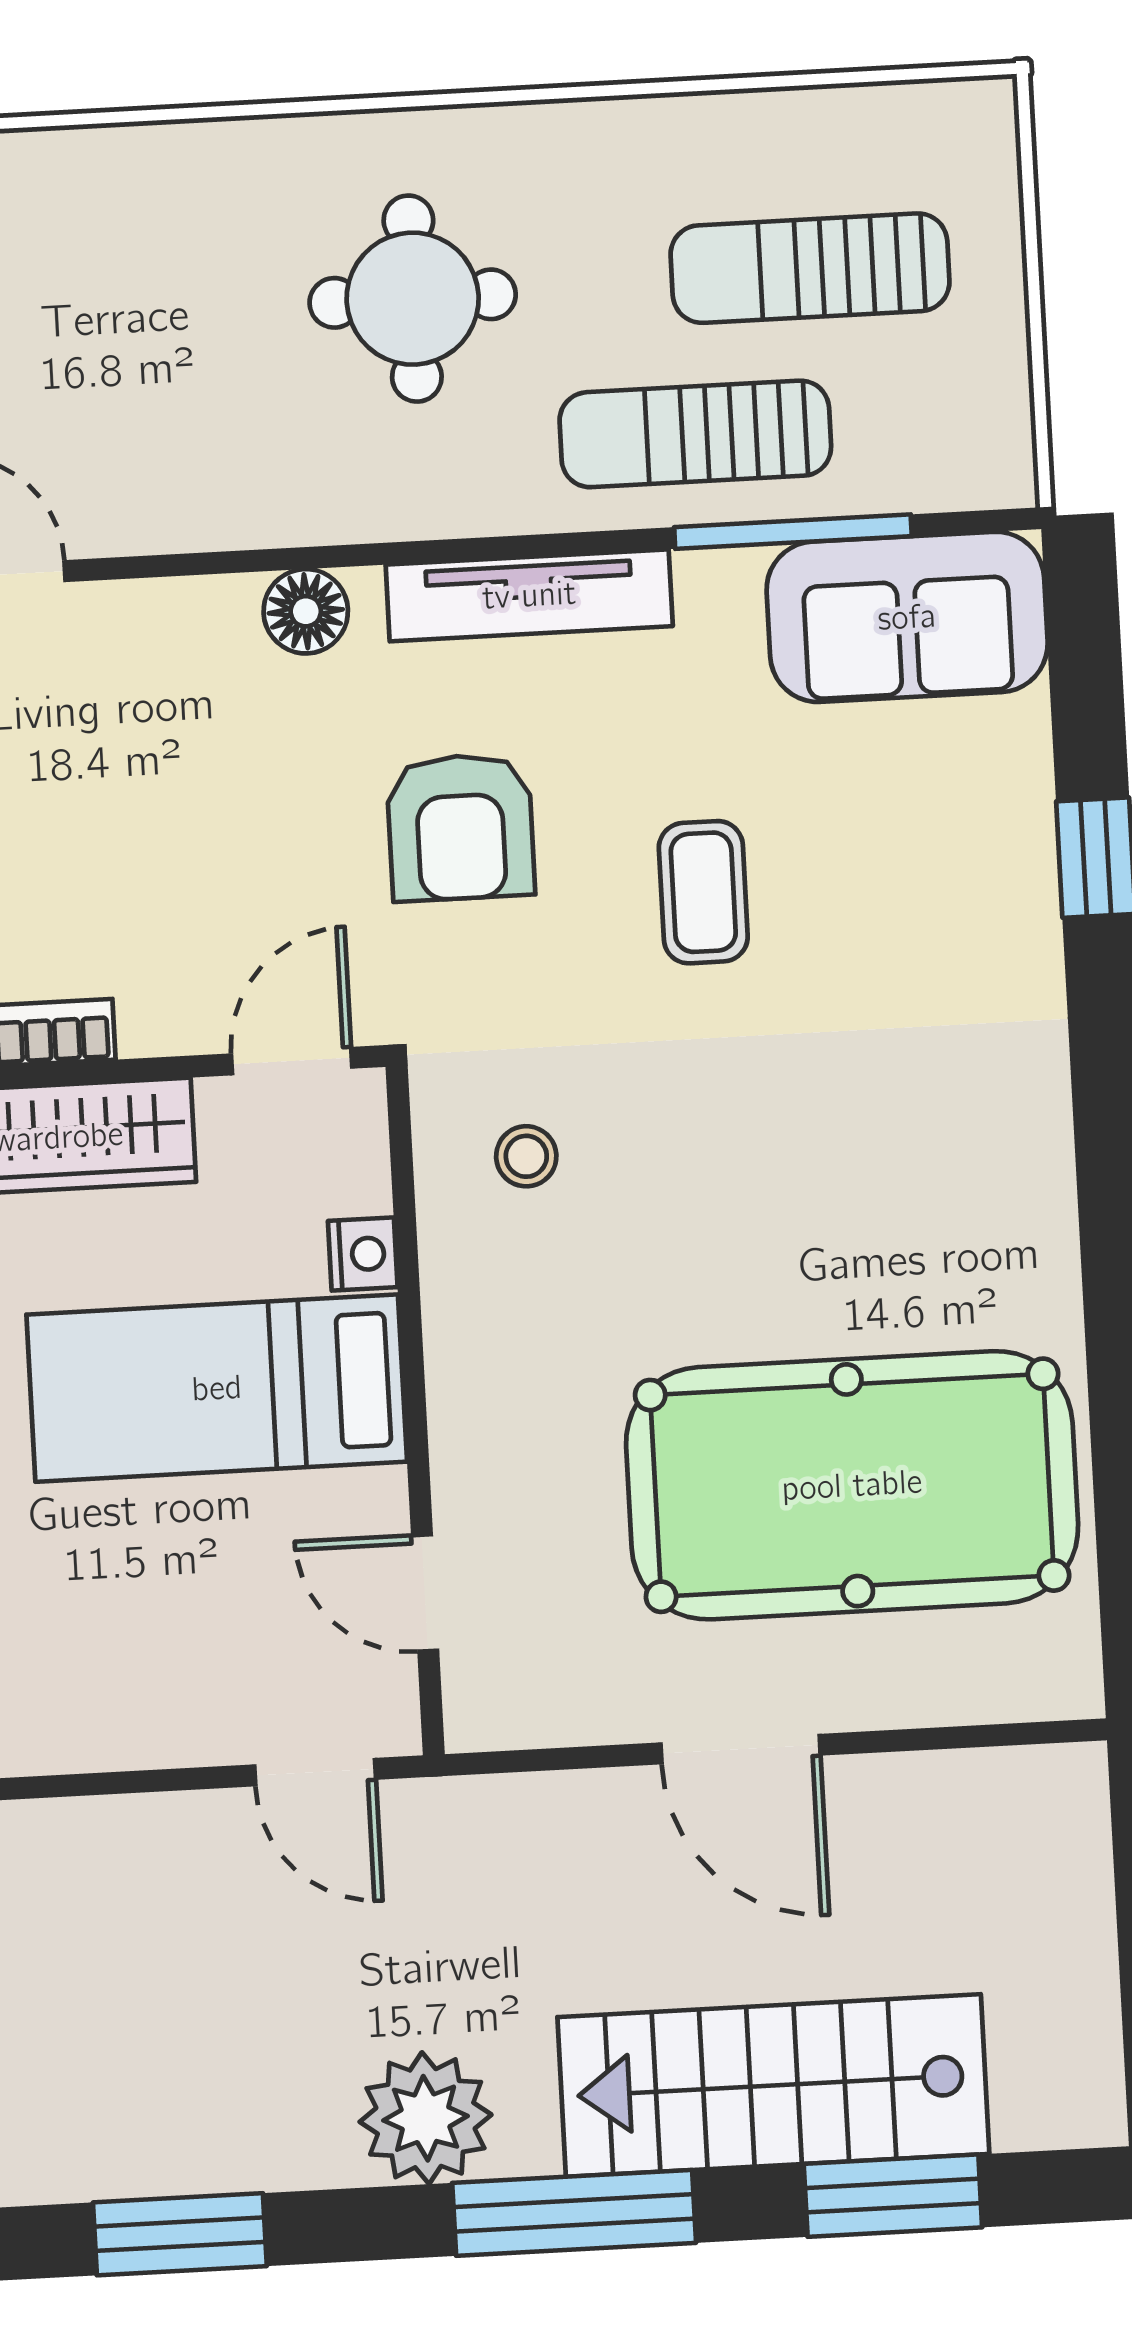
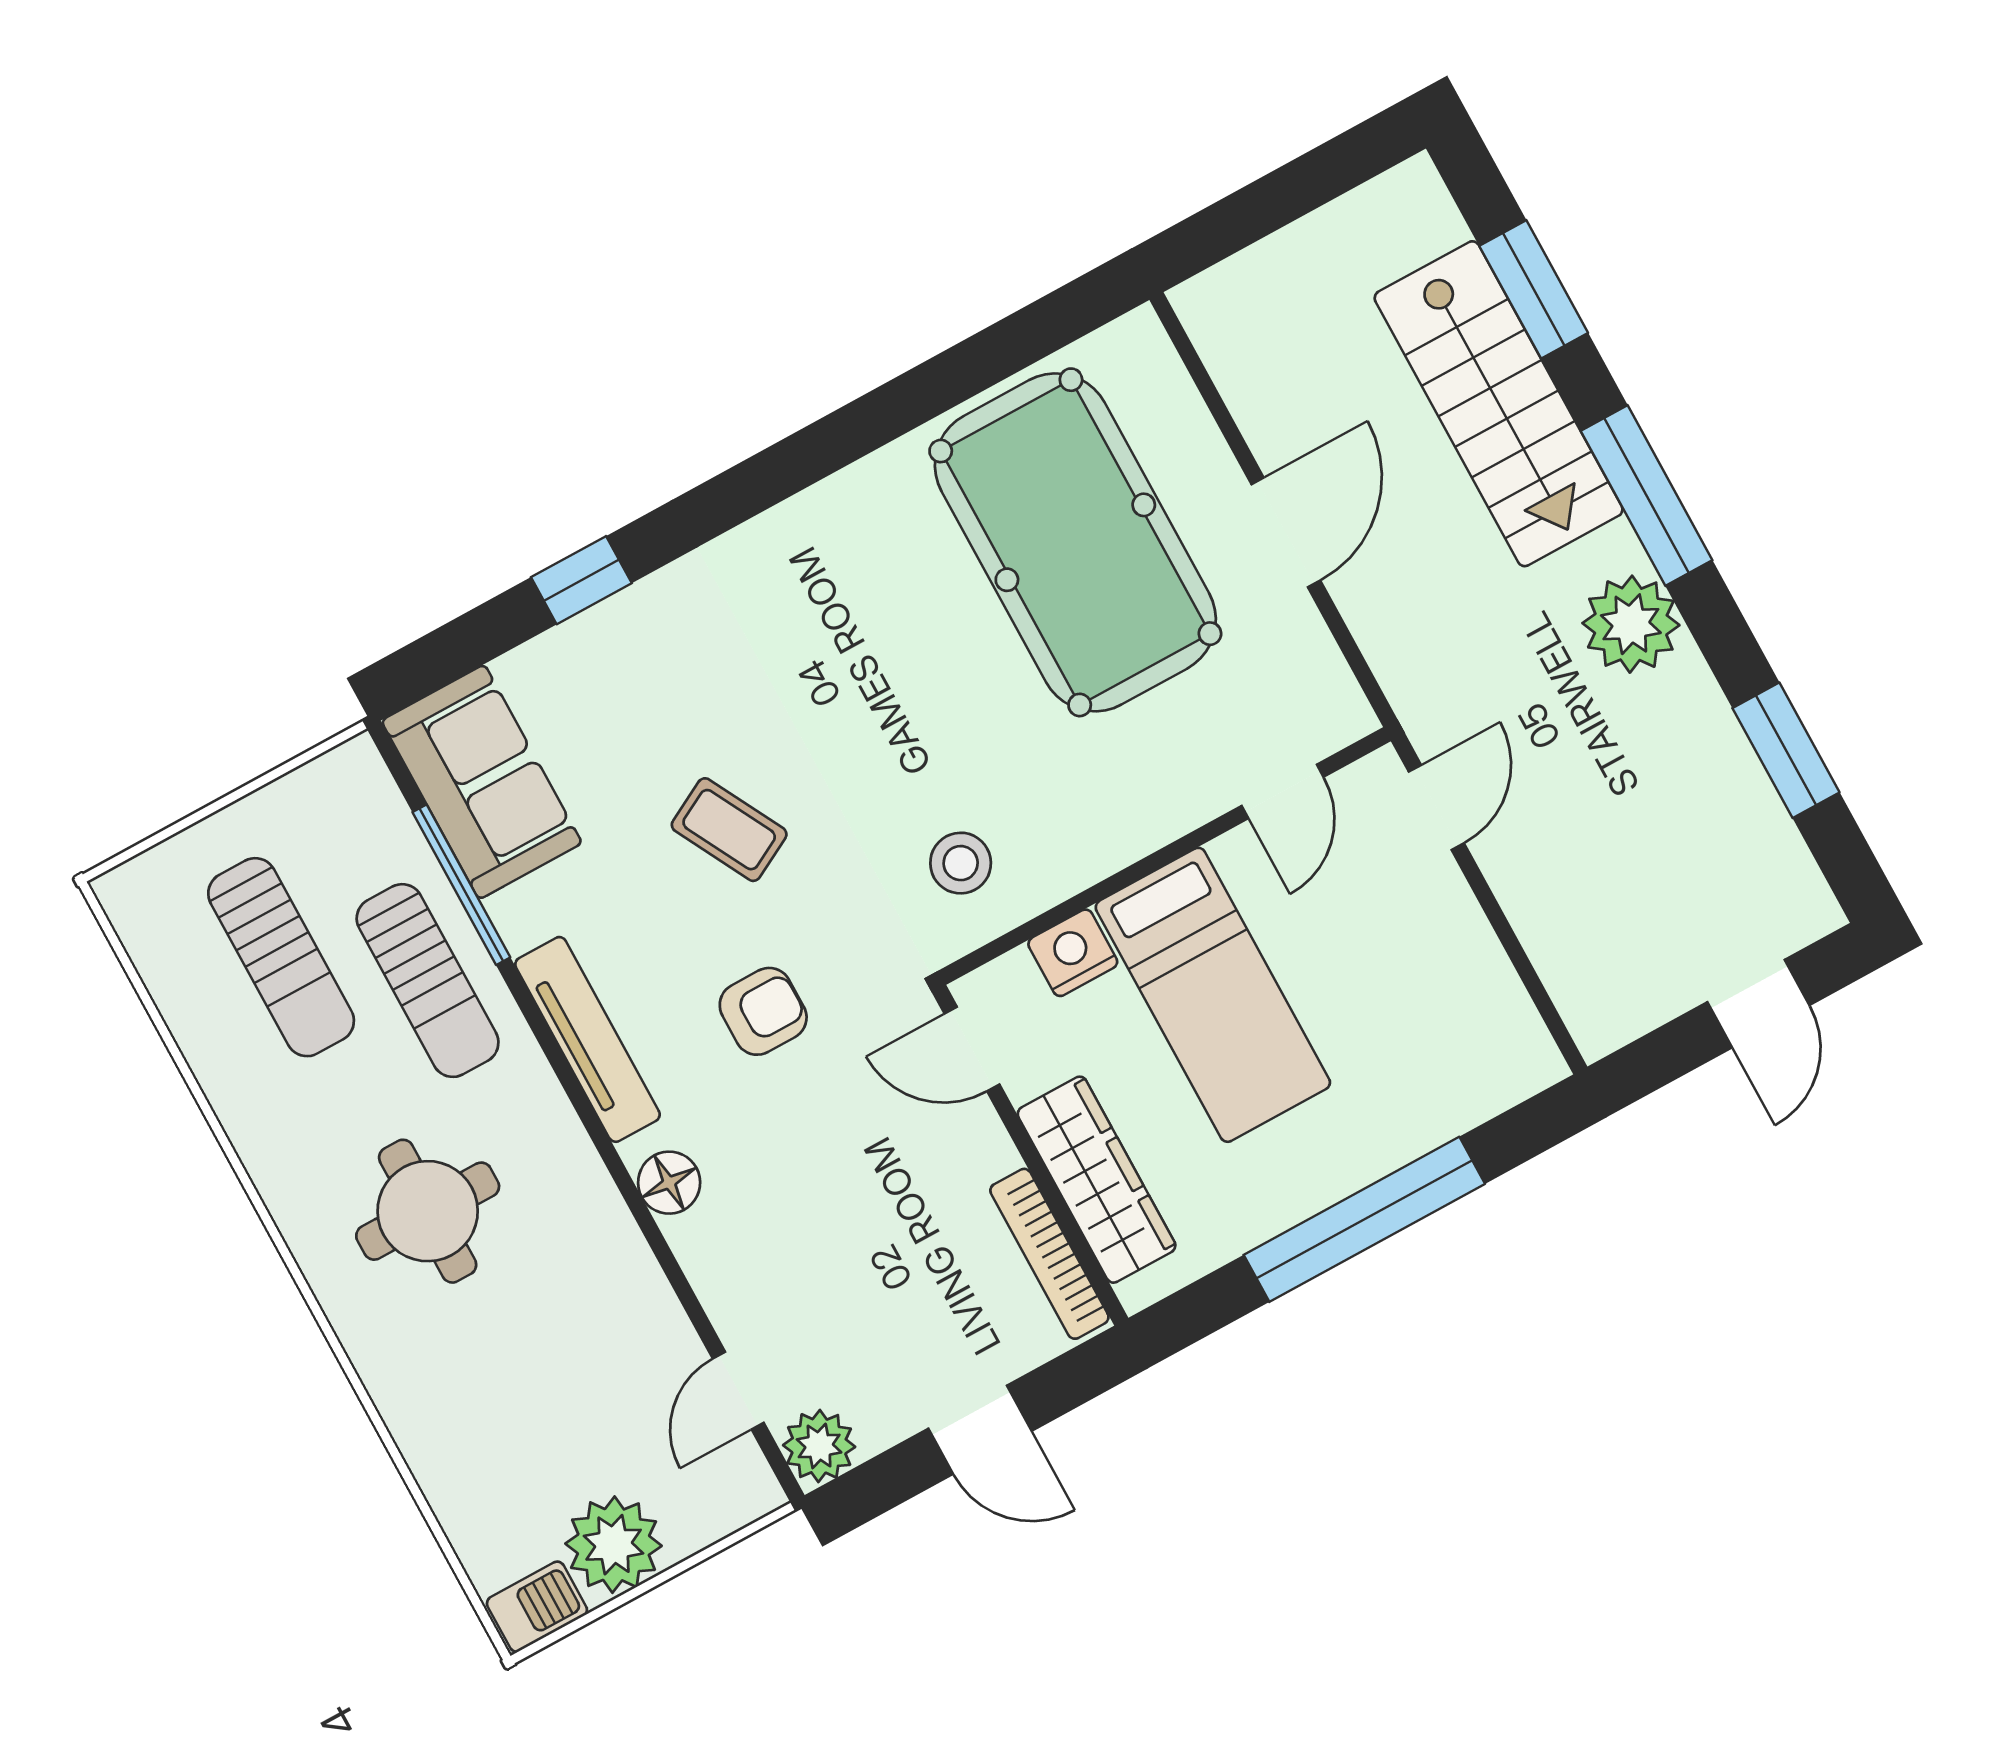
armchair: (461, 827) -> (763, 1011), width x0.72, depth x0.72
coffee table: (703, 892) -> (729, 830), turned 62
stool: (526, 1156) -> (961, 863), width x1.37, depth x1.37
nightstand: (363, 1254) -> (1073, 953), width x1.39, depth x1.35

